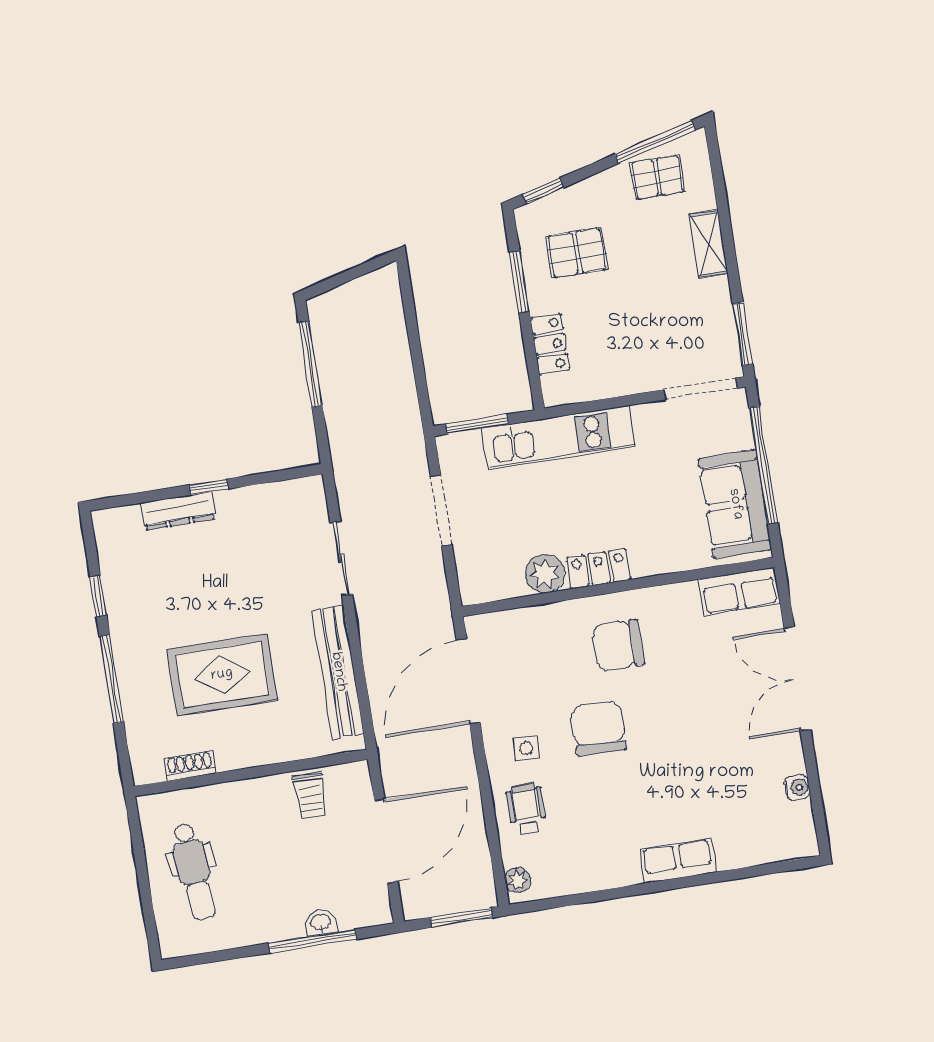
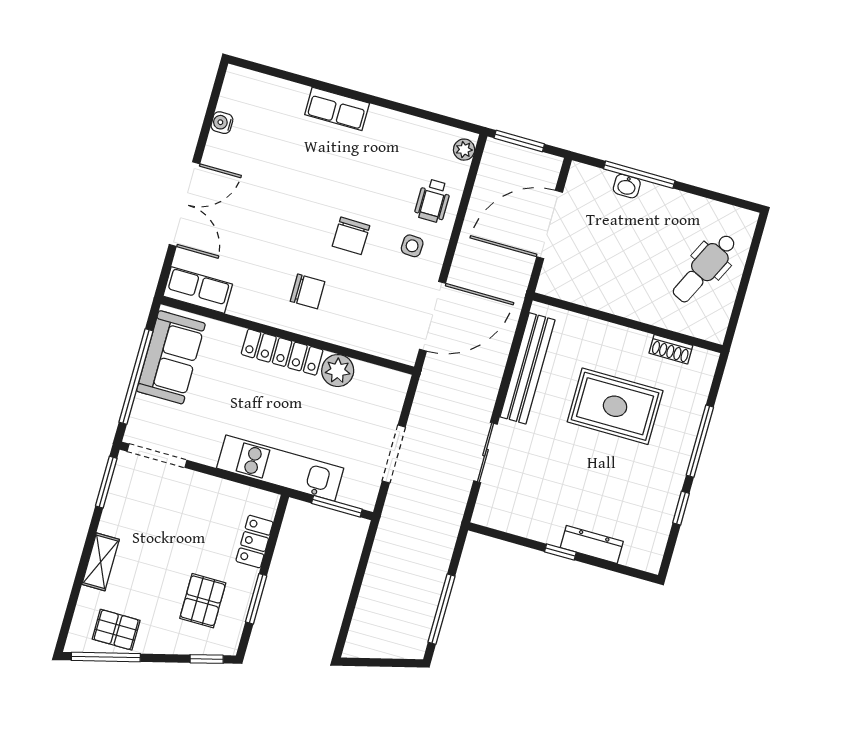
pallet: (577, 253) -> (203, 601), turned 90
locker: (599, 568) -> (282, 352), width x1.53
chair: (618, 645) -> (308, 291), width x0.73, depth x0.73
chair: (598, 728) -> (351, 236), width x0.73, depth x0.73
trolley: (310, 796) -> (591, 285), removed
dental chair: (194, 872) -> (705, 268), turned -149

